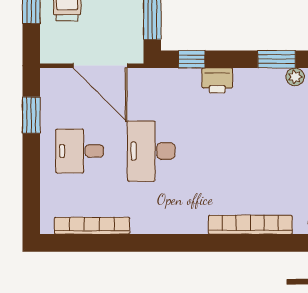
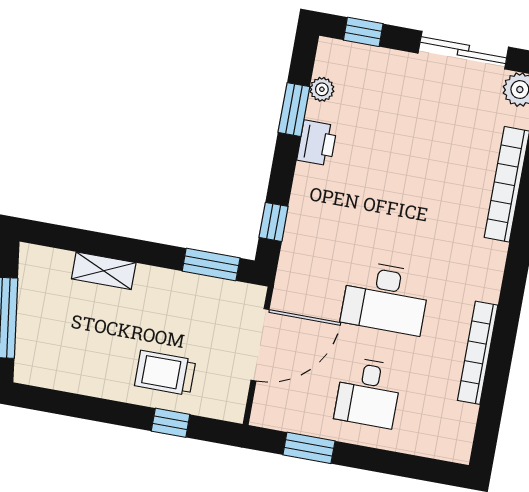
printer: (217, 80) -> (317, 143), moved
bookcase: (92, 226) -> (478, 353), moved

